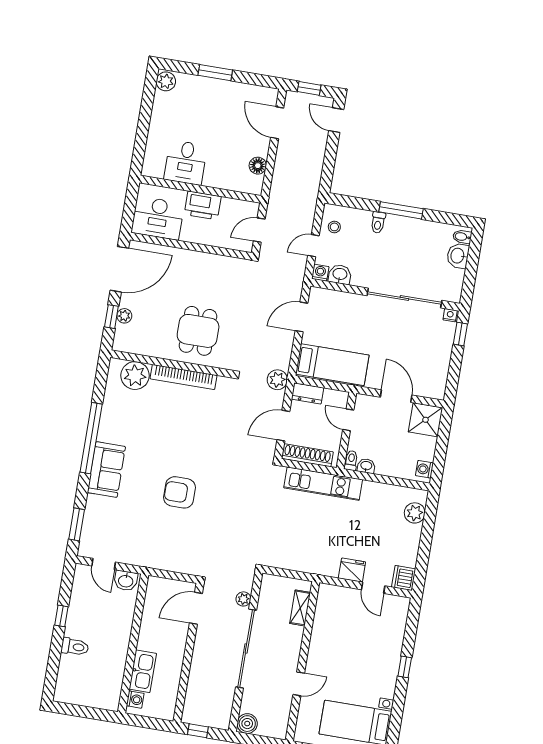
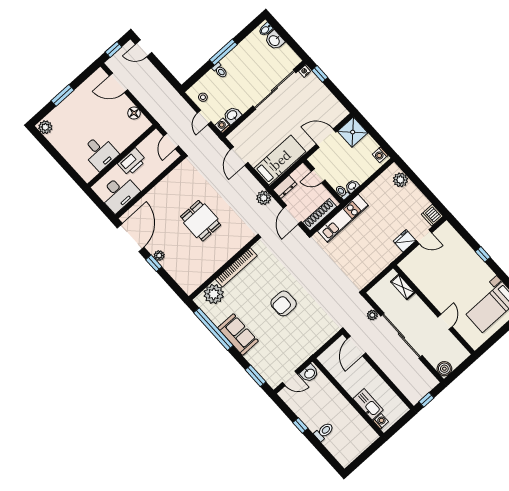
wall: (171, 364) -> (223, 268), moved
plant: (135, 376) -> (214, 294), moved
bookcase: (184, 377) -> (236, 267), moved

